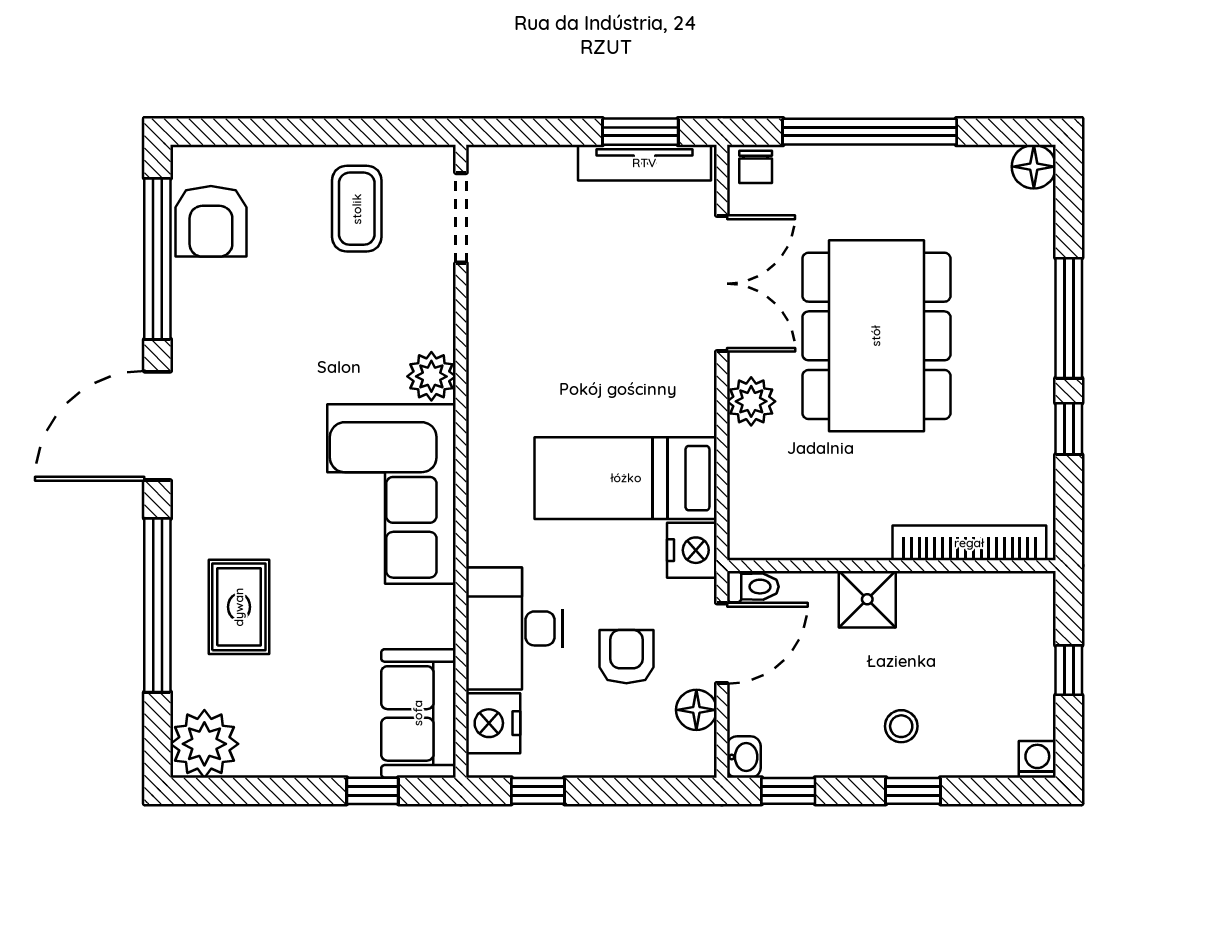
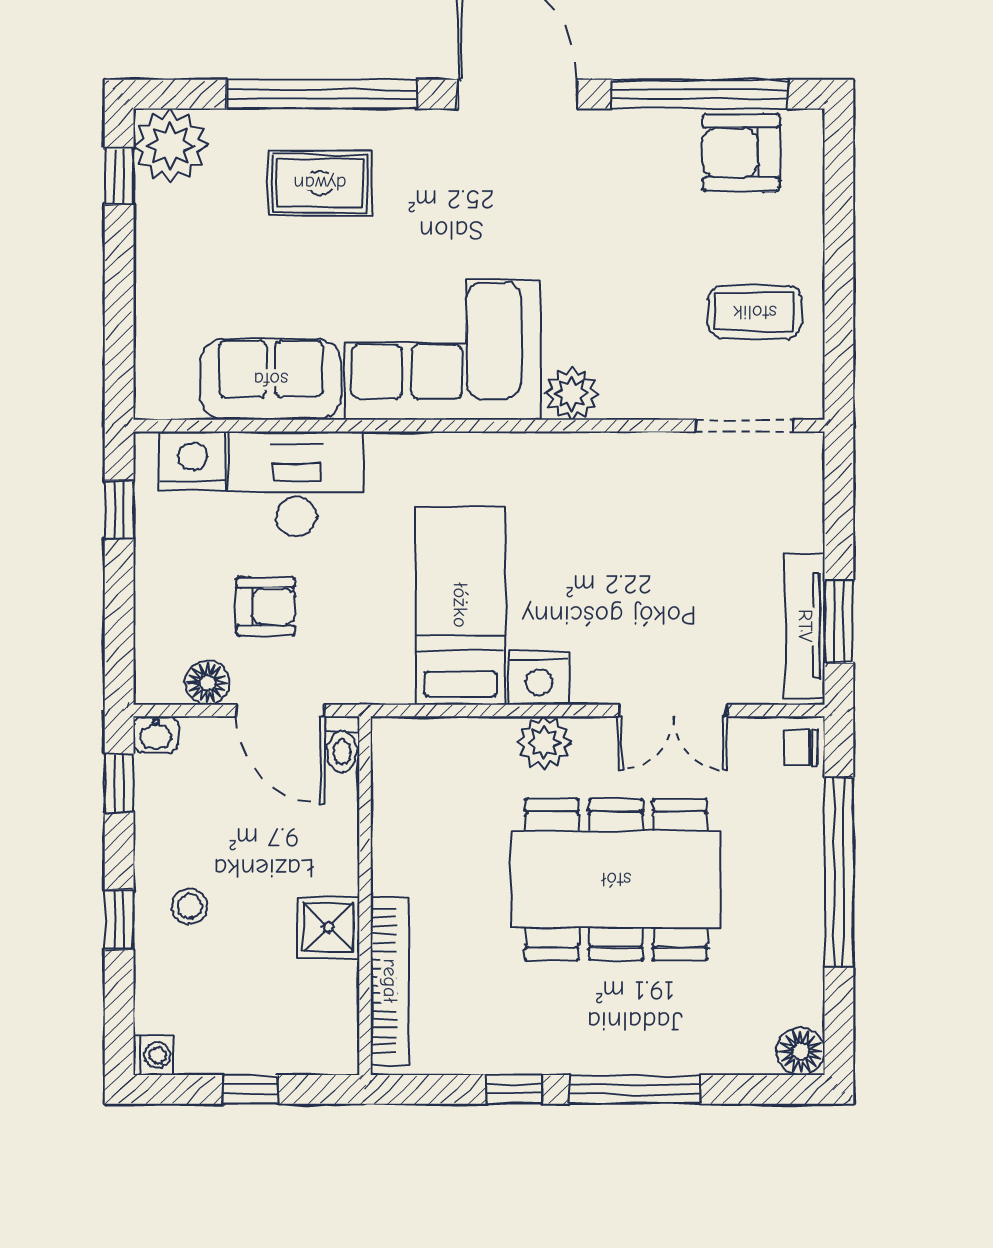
double door: (722, 284) -> (673, 711), width x0.73
nightstand: (692, 550) -> (539, 678), moved
shower: (867, 599) -> (328, 927), moved
sofa: (418, 713) -> (271, 379), moved
window: (372, 791) -> (119, 176), moved

